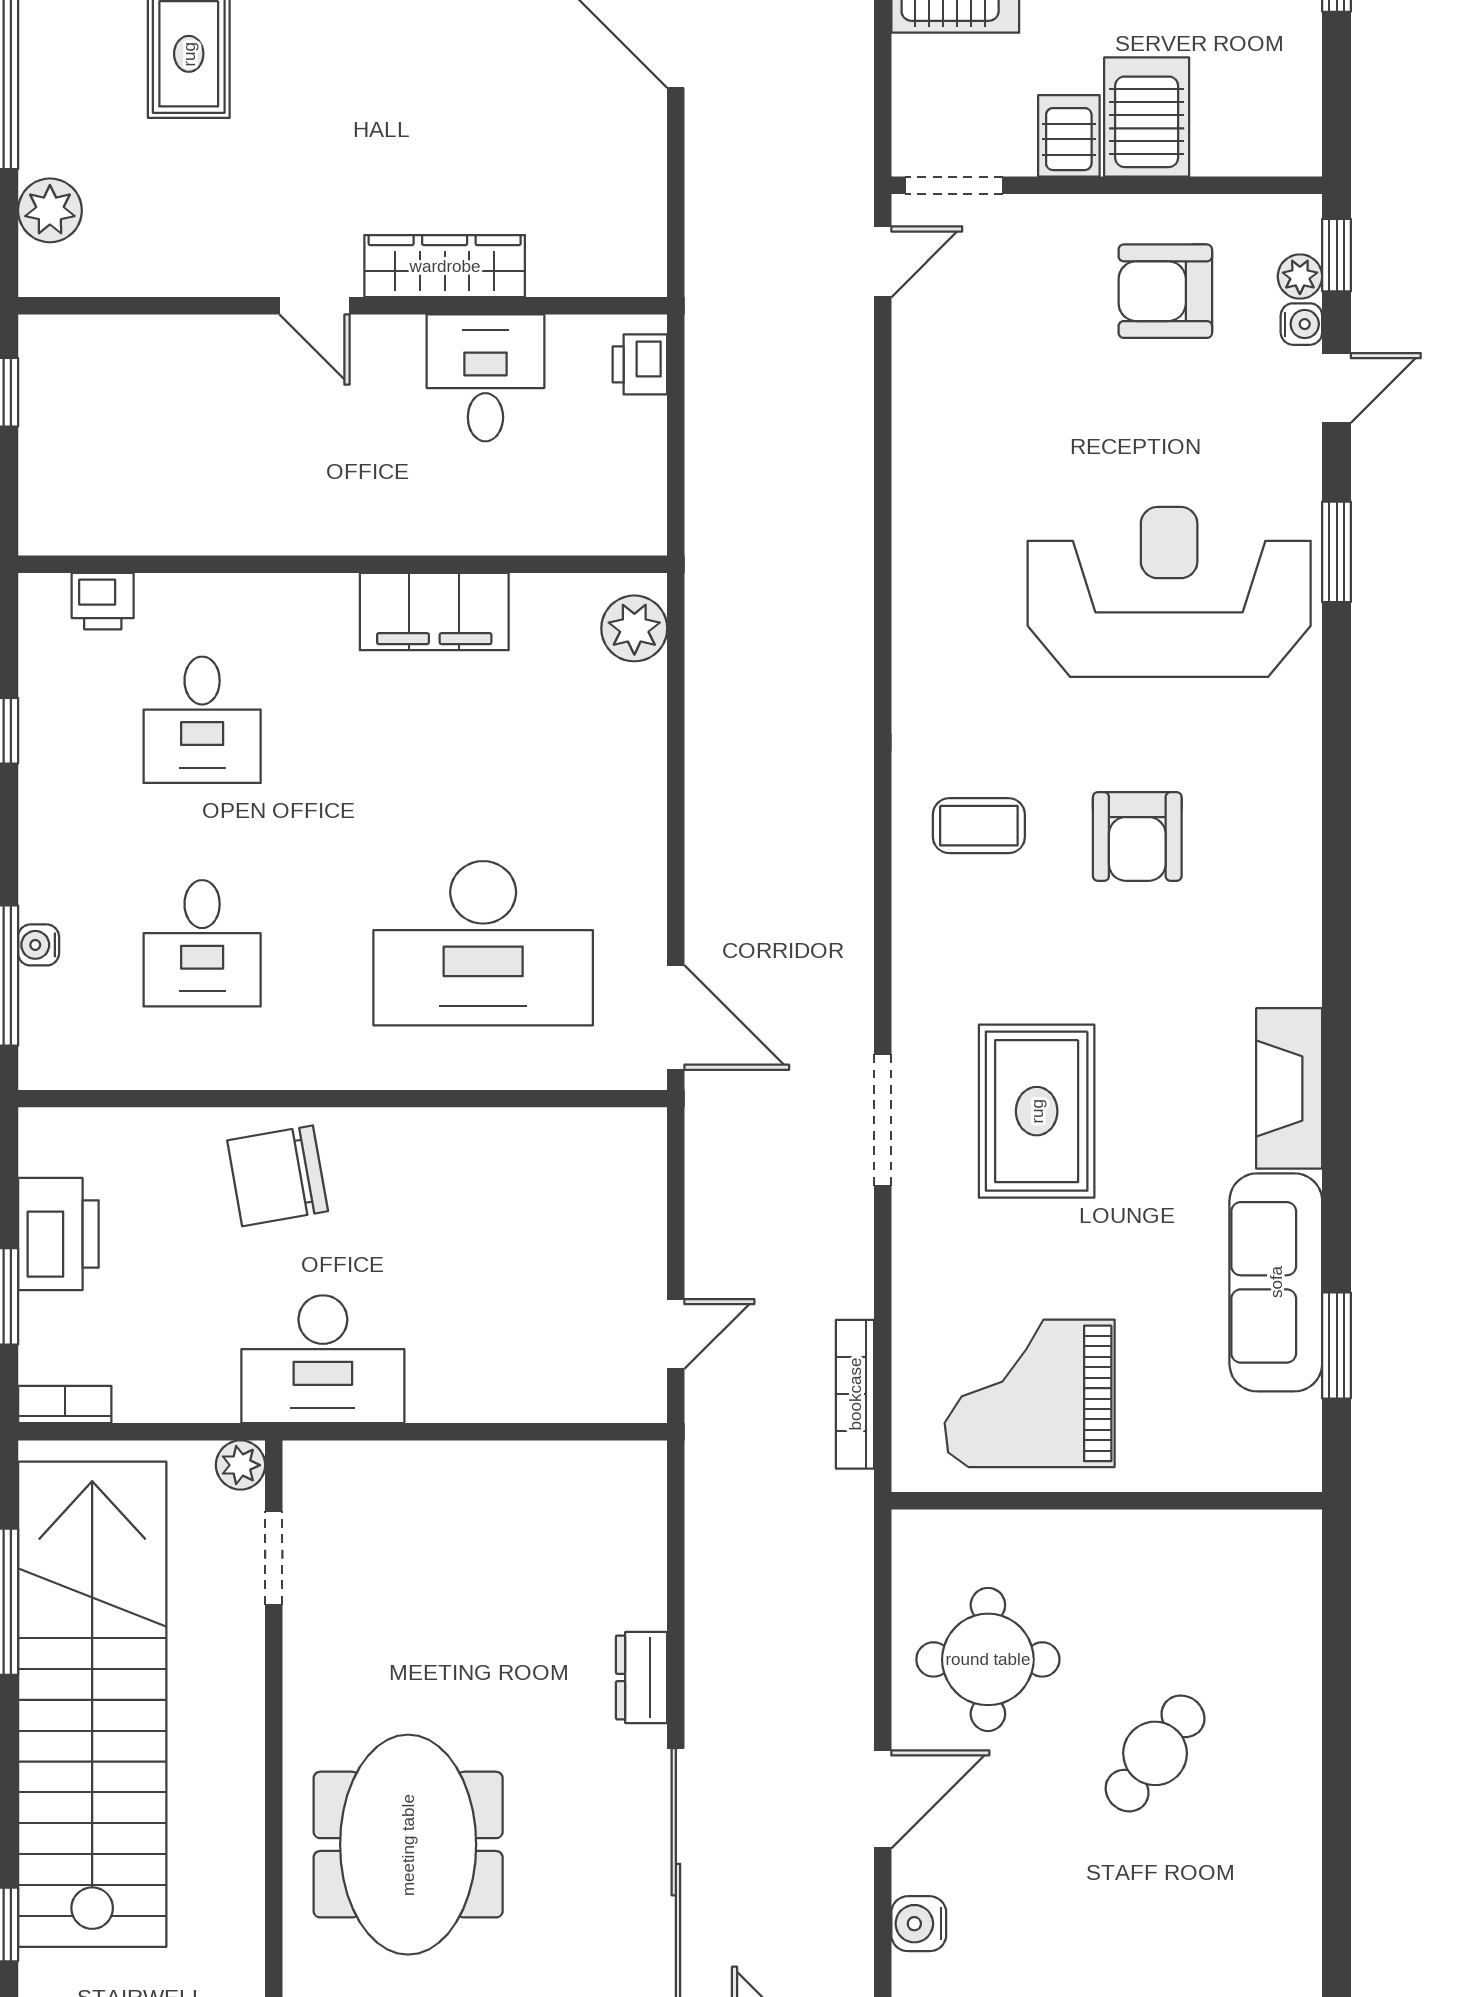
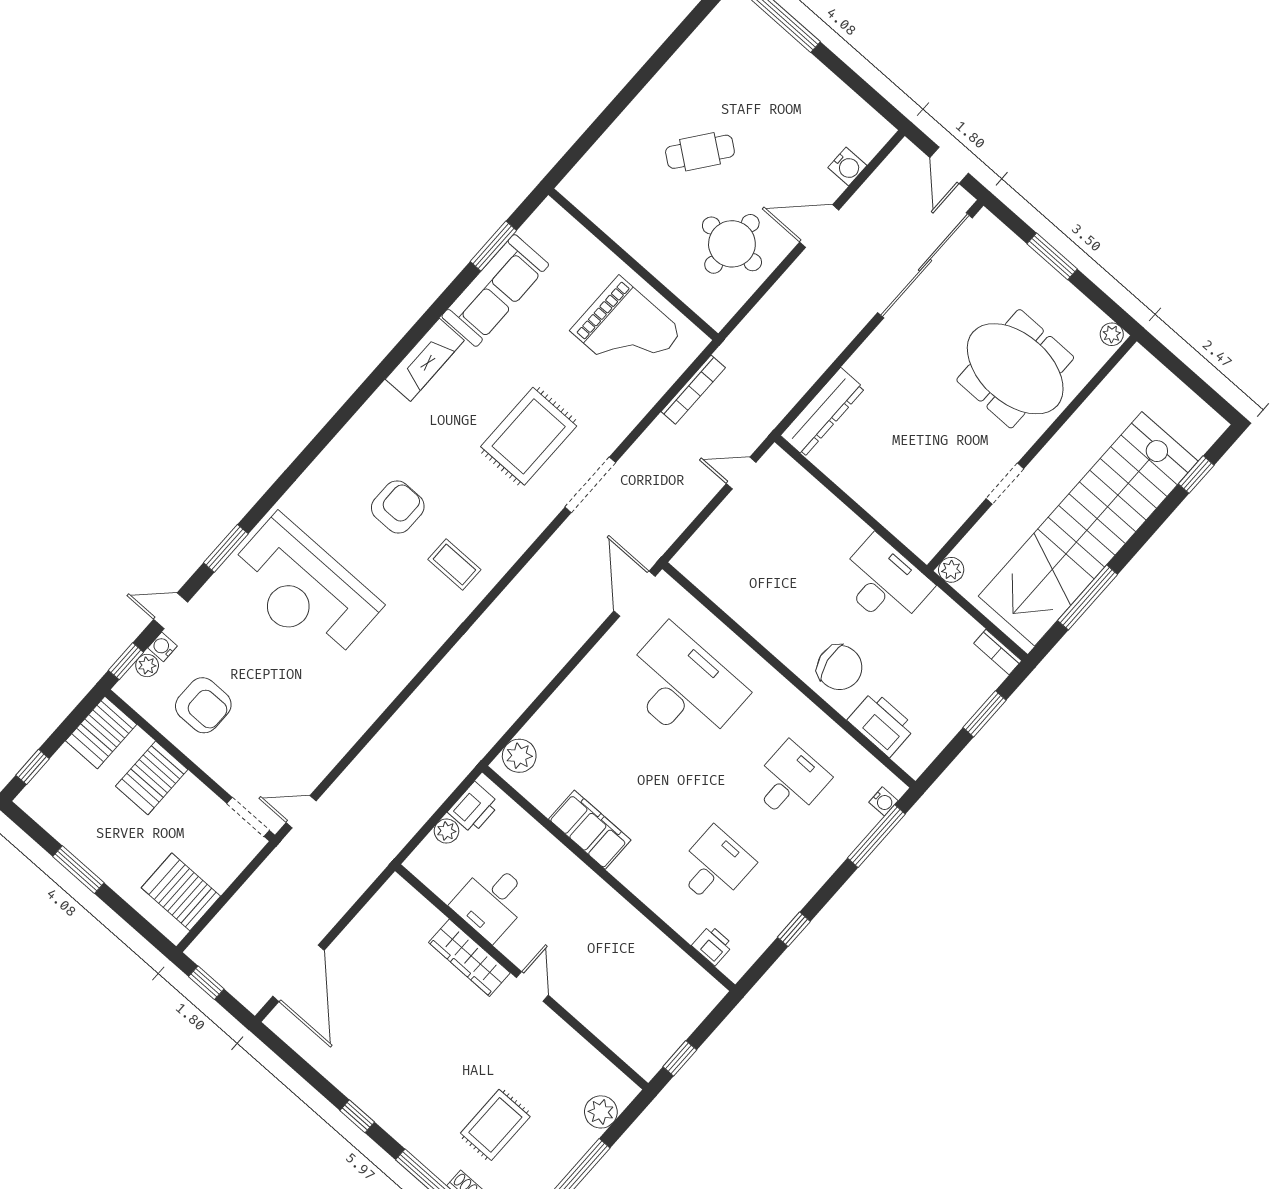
server rack: (1069, 136) -> (101, 733), moved, width x1.36, depth x1.44
printer: (640, 364) -> (474, 808), moved, width x1.36, depth x1.24
plant: (643, 423) -> (446, 831), added
water cooler: (39, 945) -> (883, 801), moved
printer: (58, 1234) -> (881, 724), moved, turned 90
doorway: (274, 1558) -> (1005, 484), moved
dresser: (642, 1677) -> (823, 412), moved, width x1.96, depth x1.24
meeting table: (408, 1845) -> (1015, 369), turned 90

